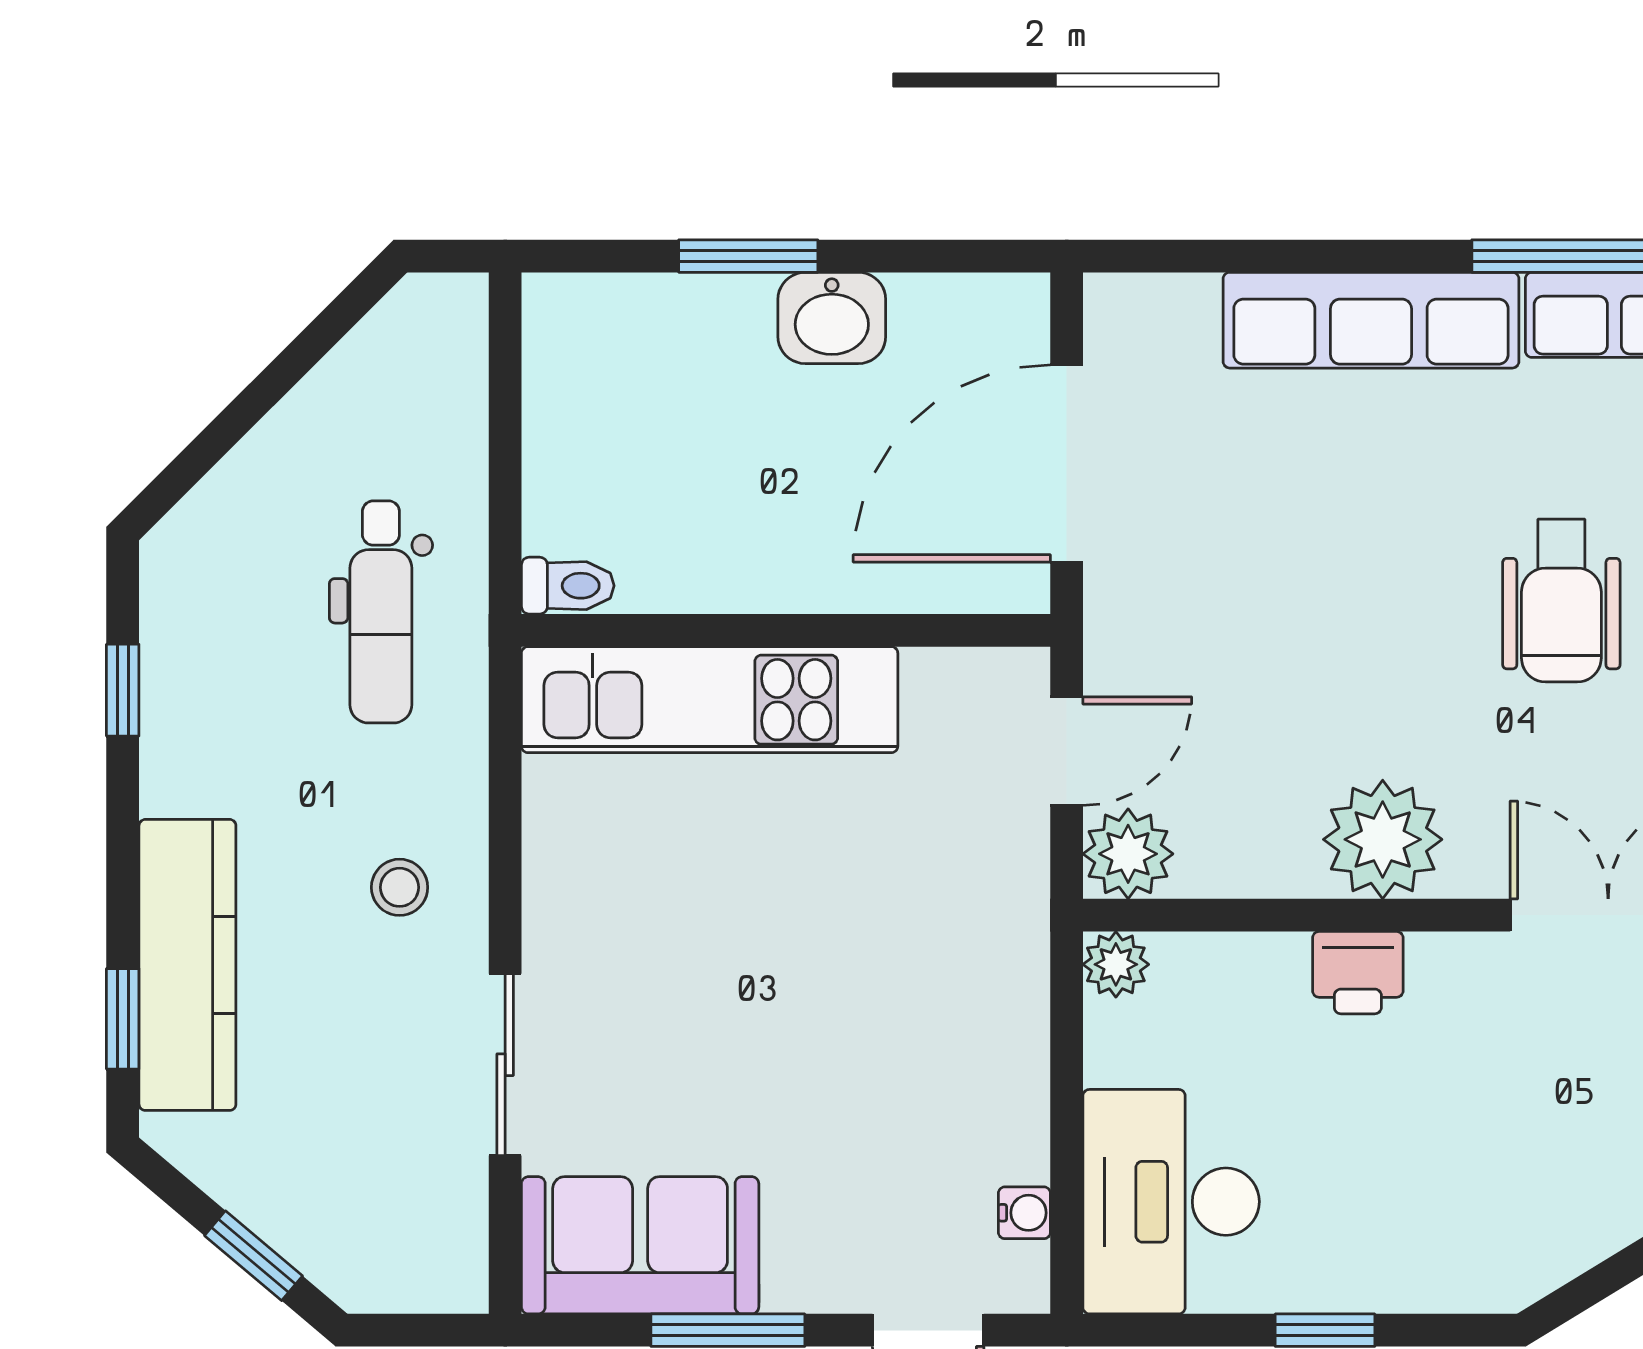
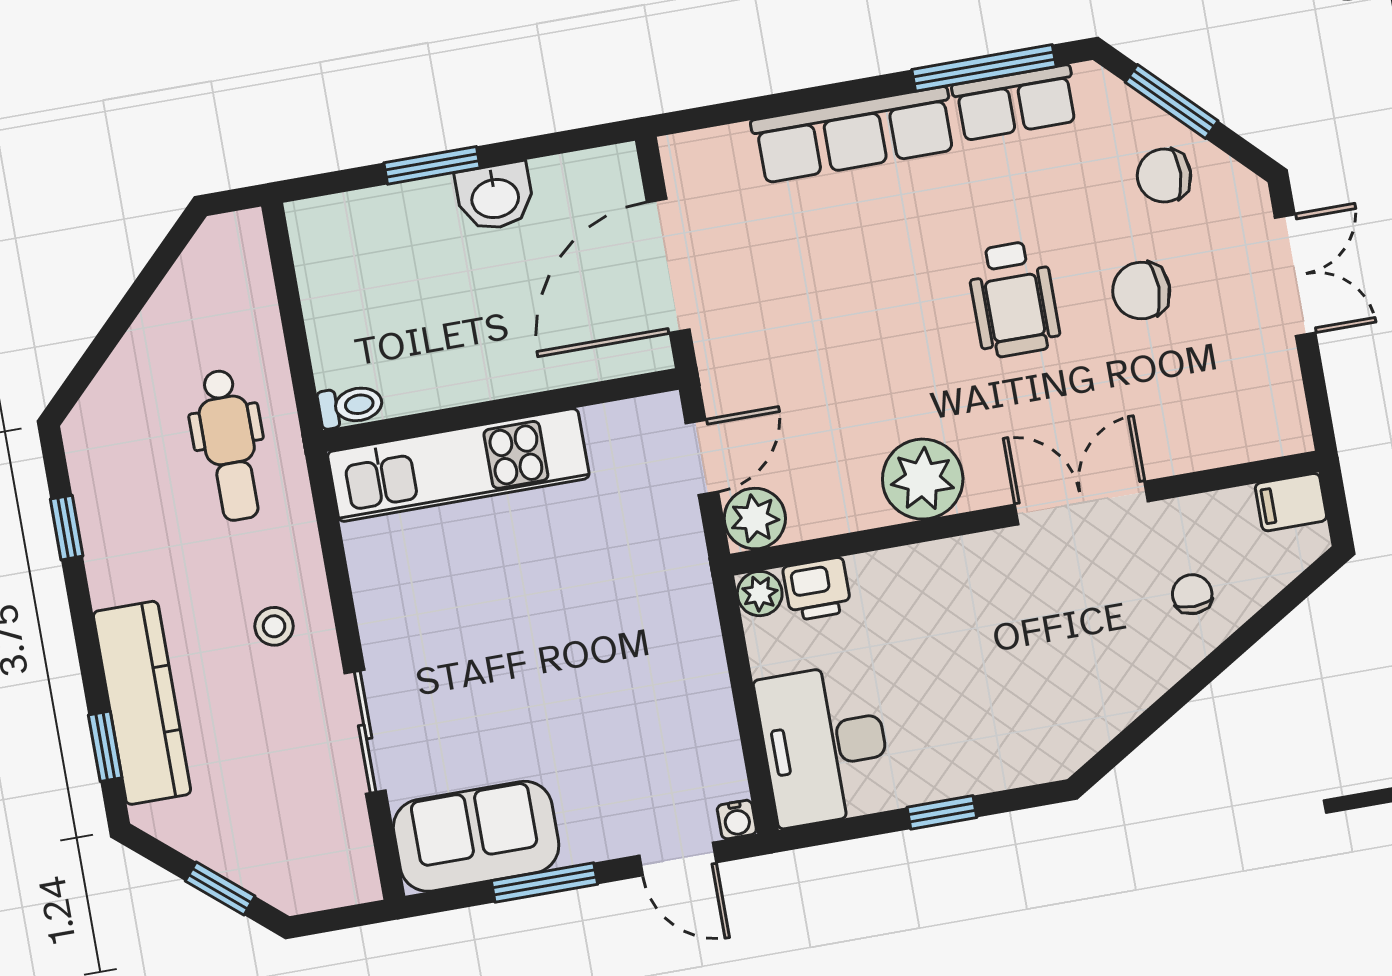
printer: (1358, 973) -> (817, 589), moved
water cooler: (1024, 1213) -> (737, 820), moved, turned 90

